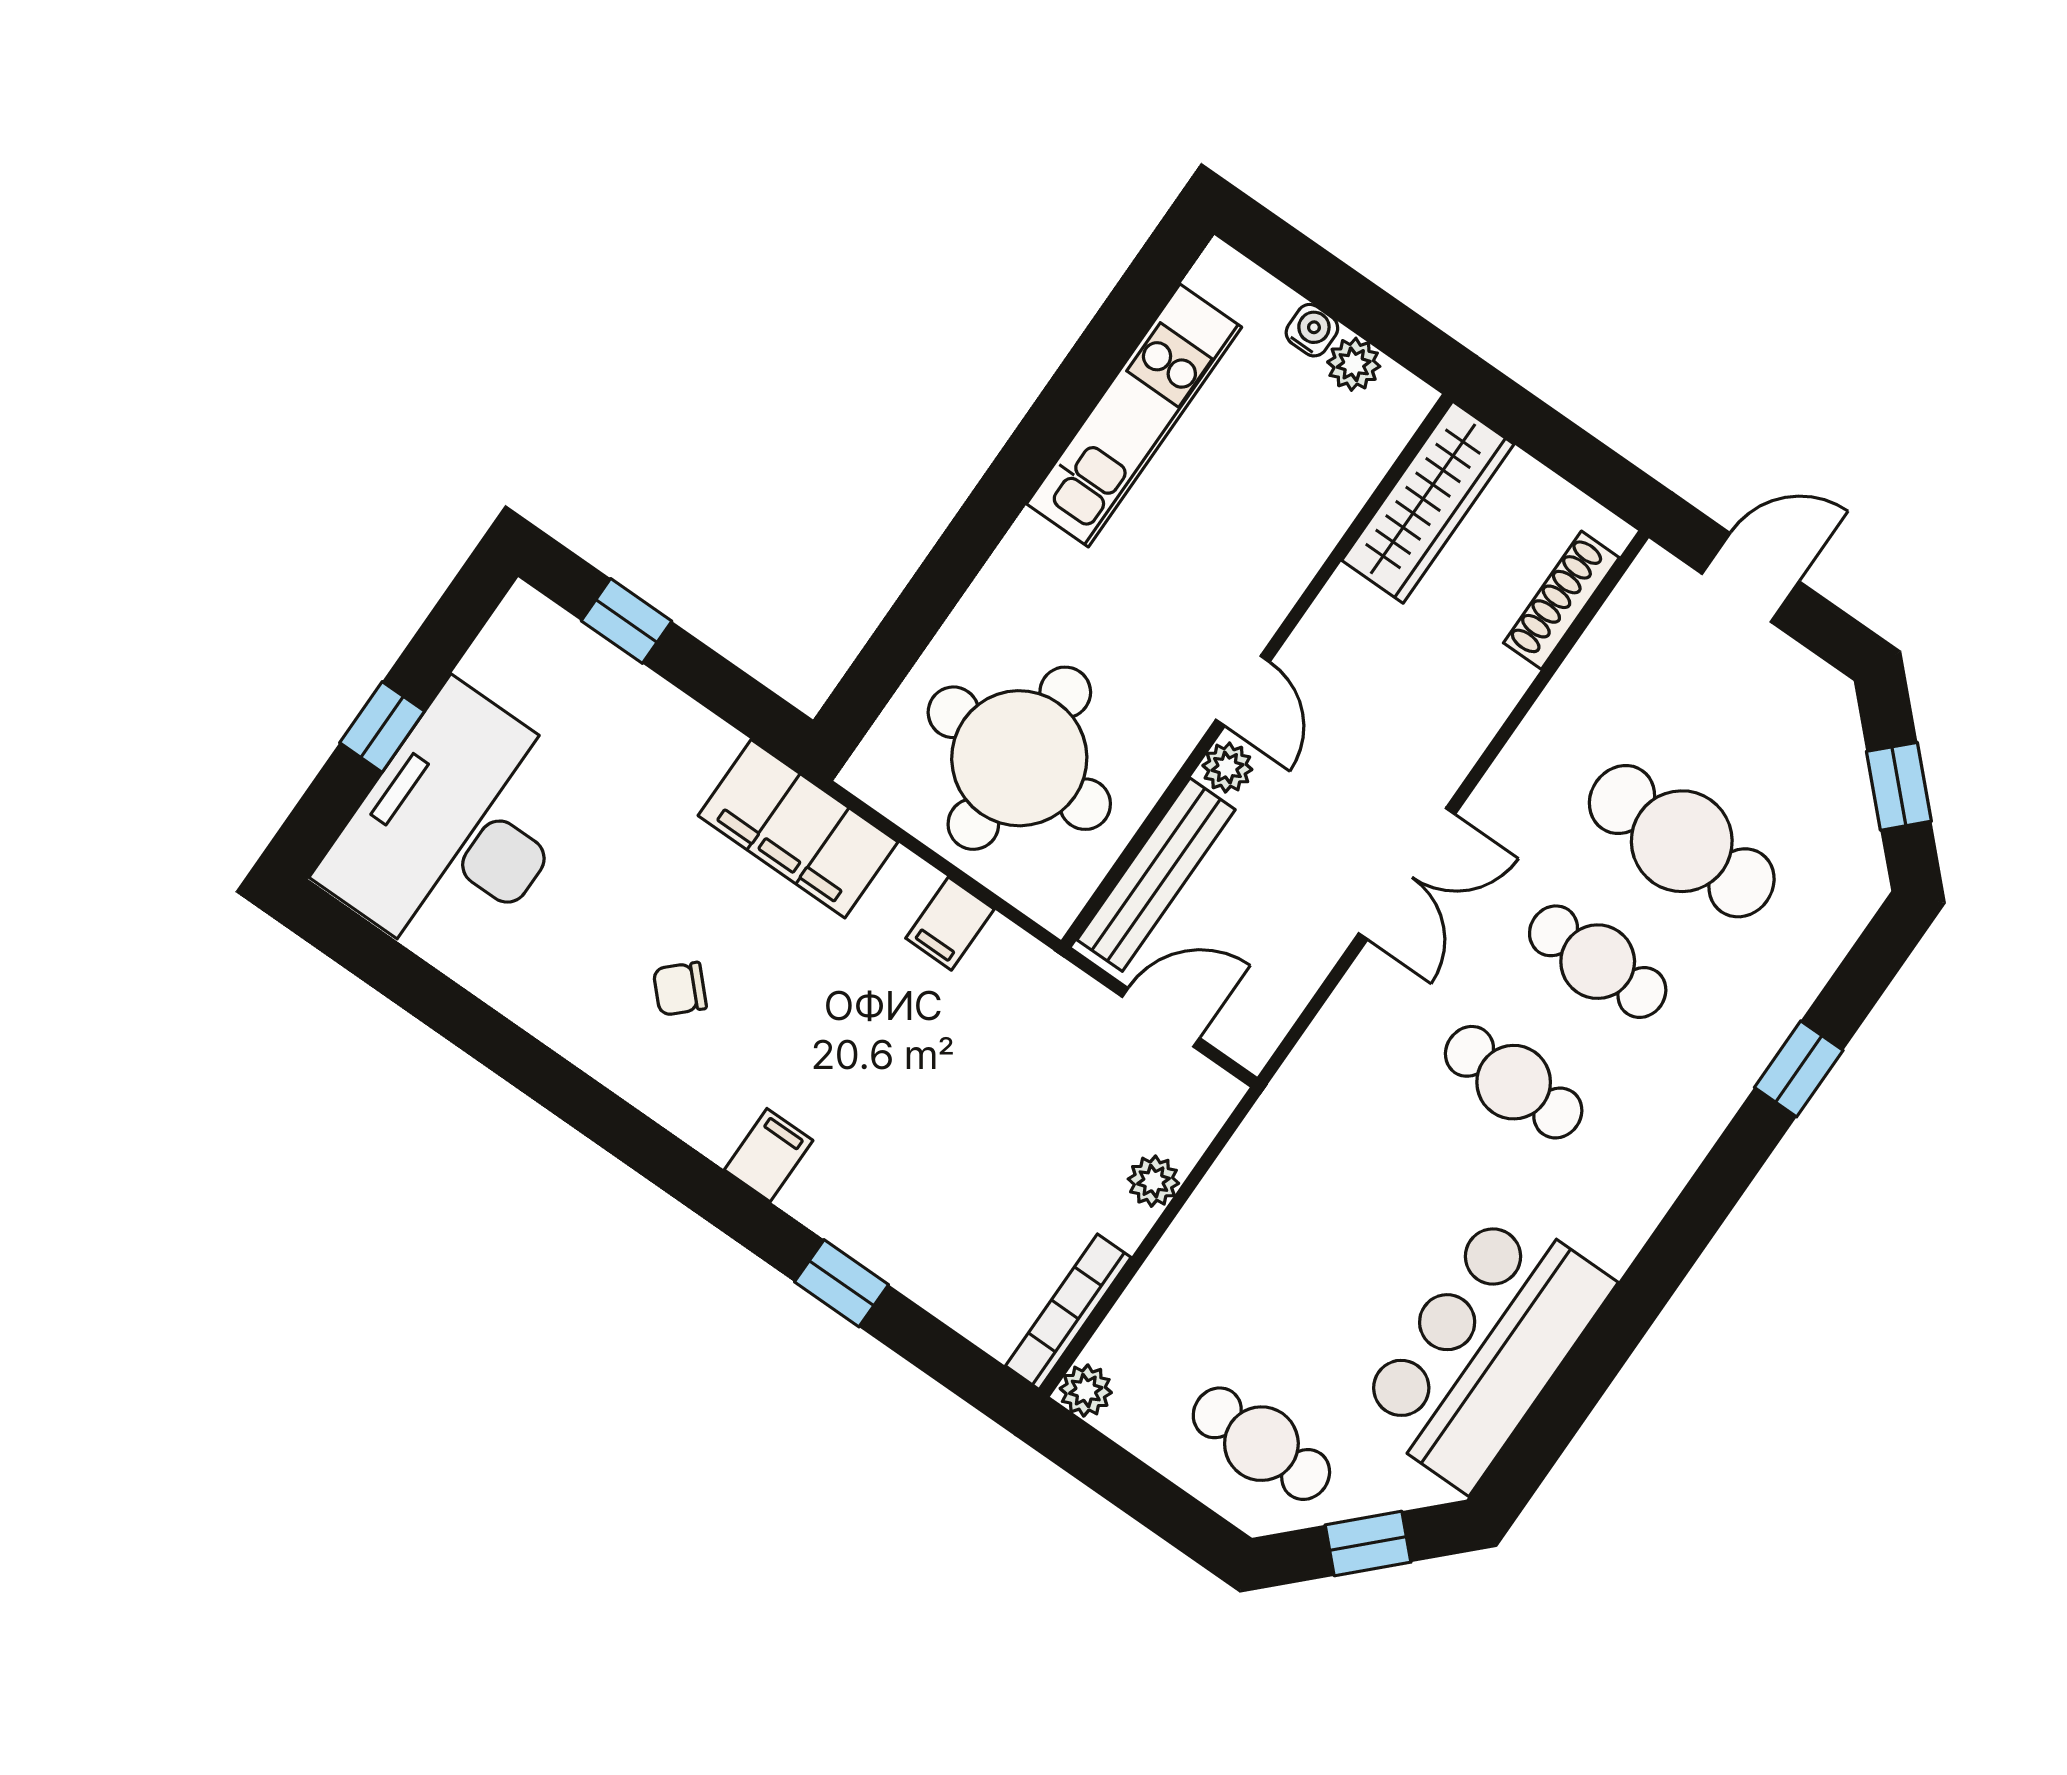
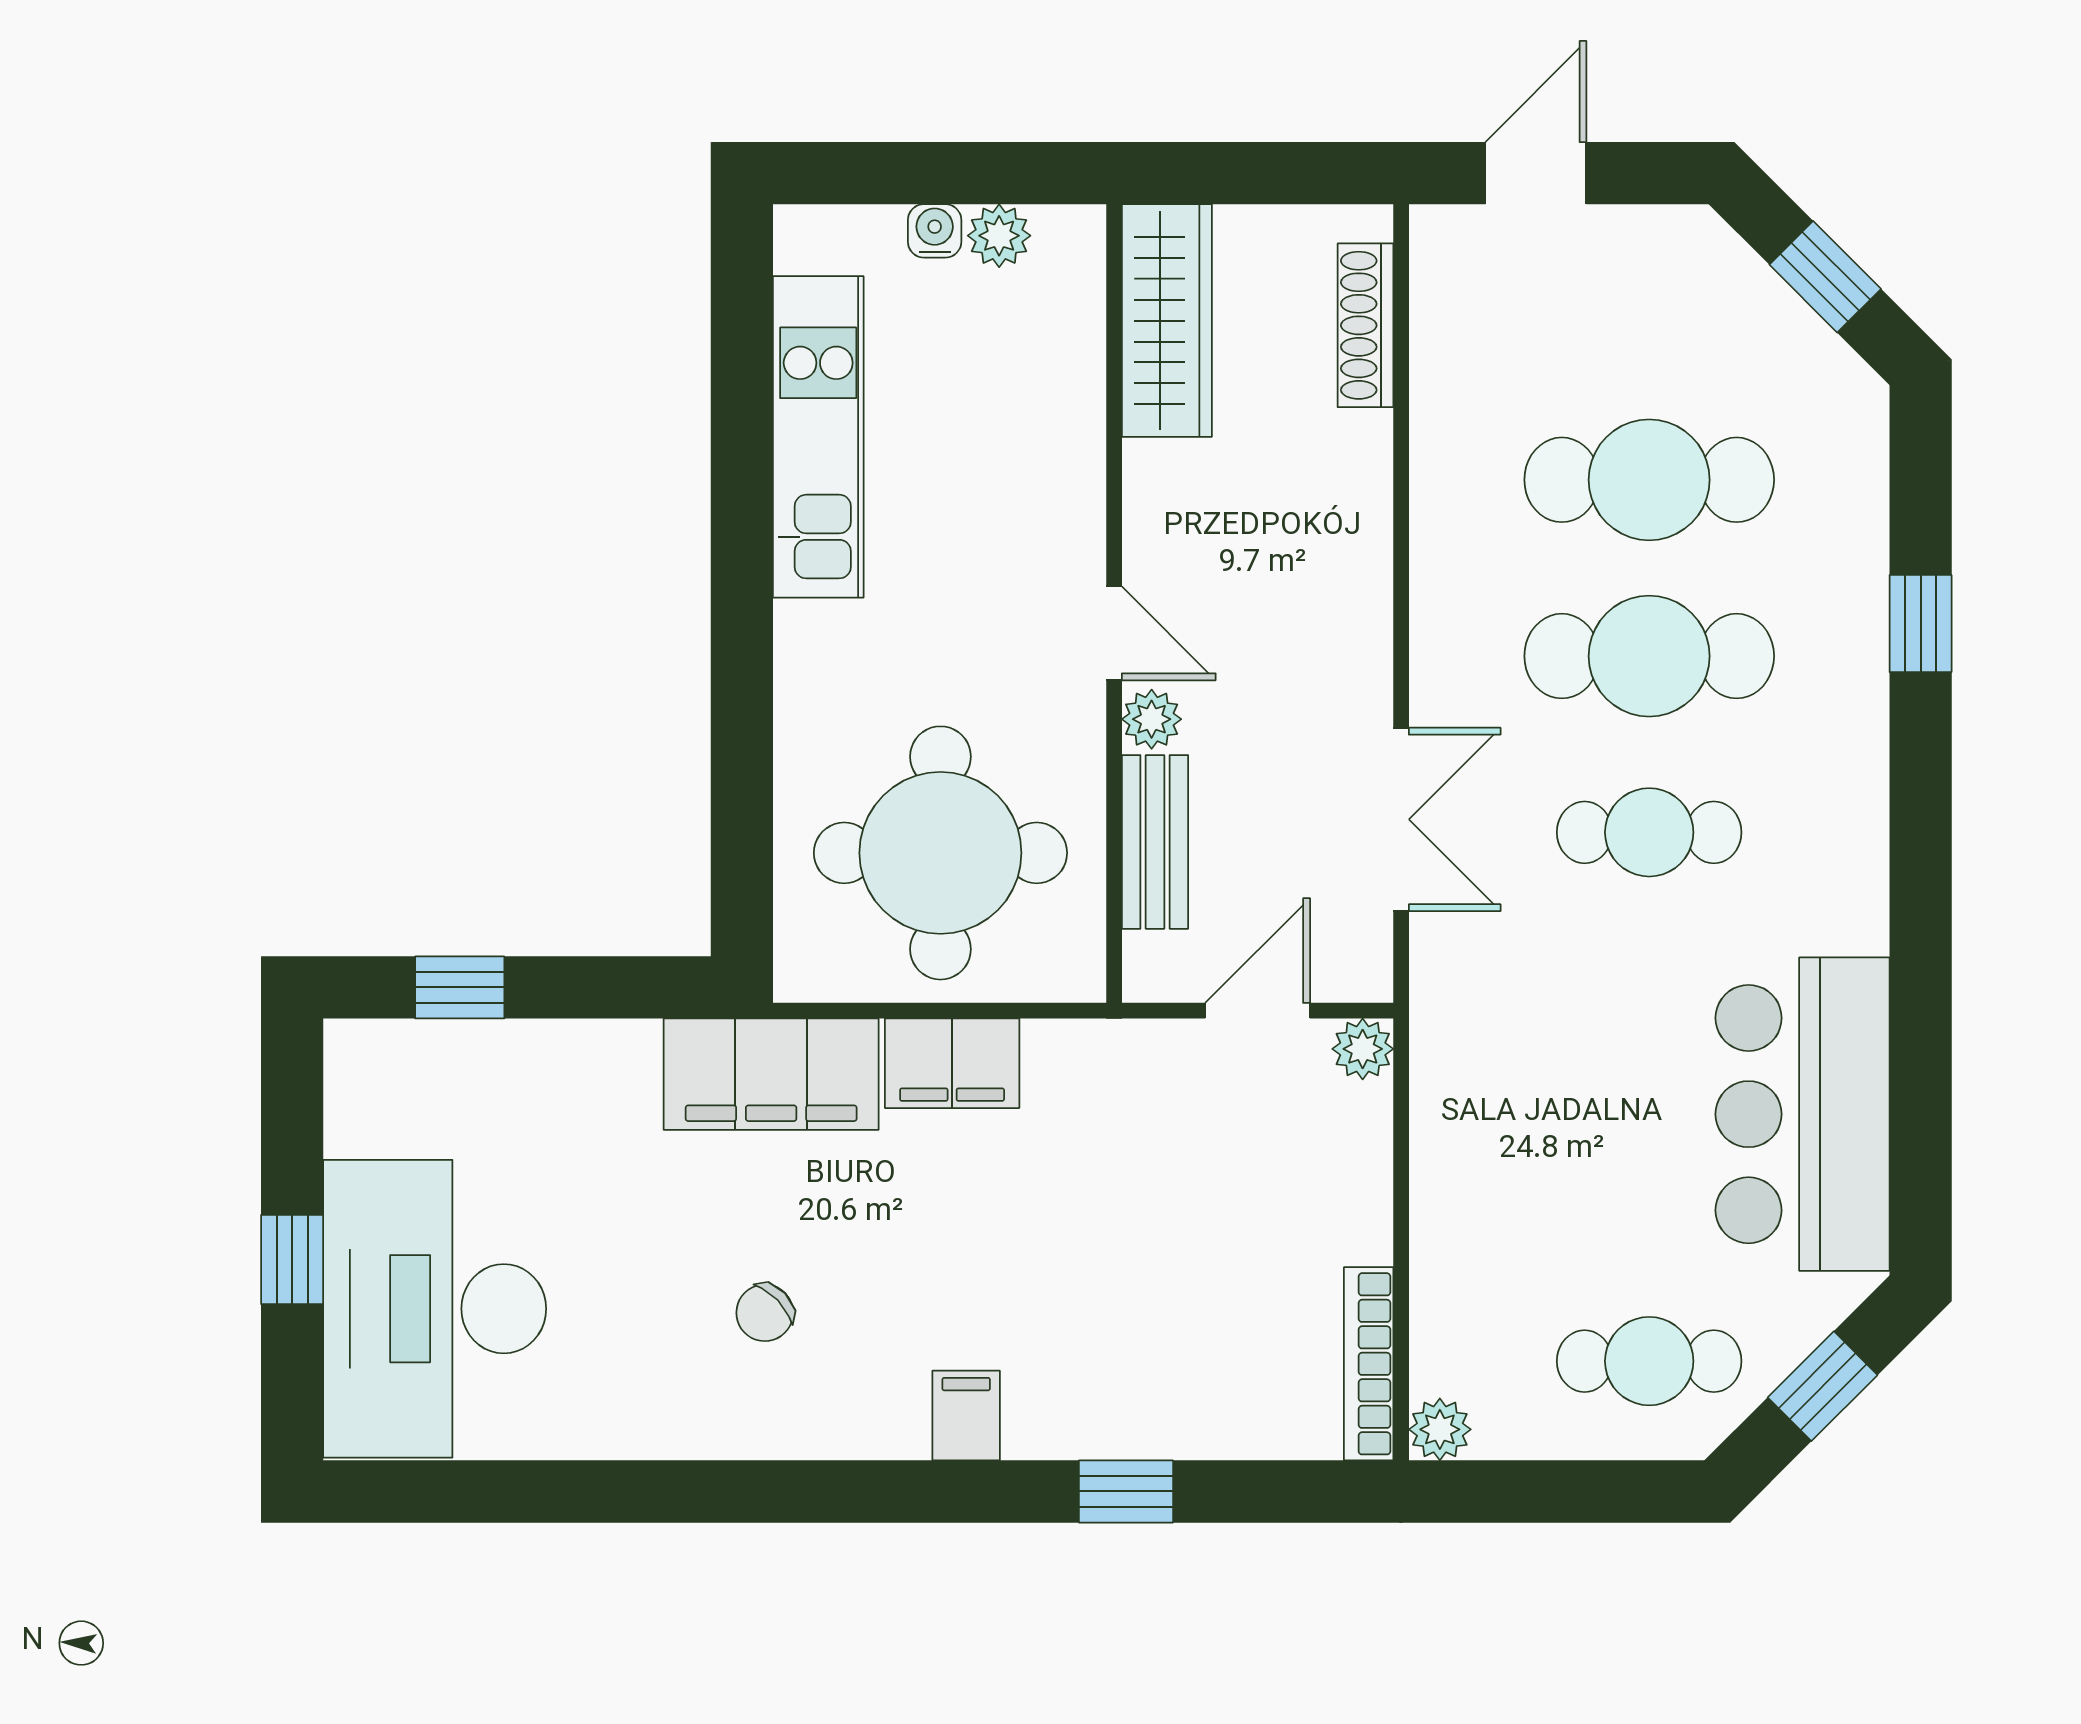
double door: (1407, 874) -> (1401, 819), moved
bench: (1156, 875) -> (1155, 842), width x0.73
filing cabinet: (950, 924) -> (952, 1063), width x2.00
cafe table: (1598, 962) -> (1649, 656), width x1.37, depth x1.35
plant: (1153, 1181) -> (1363, 1049), moved

